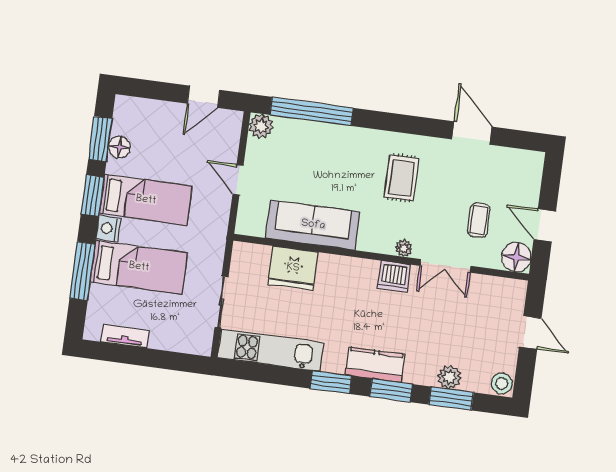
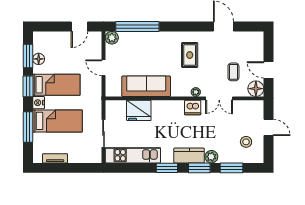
plant: (449, 377) -> (211, 157), moved
stool: (502, 383) -> (246, 142), moved

